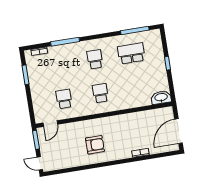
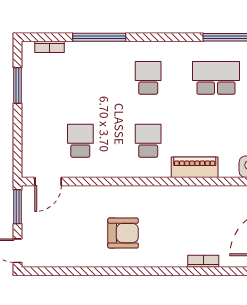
piano: (128, 103) -> (195, 167), added

